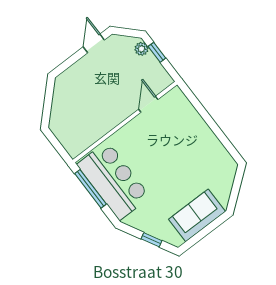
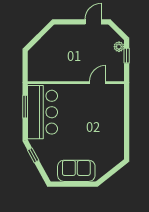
window: (91, 189) -> (25, 107), width x0.69
window: (151, 240) -> (33, 155), moved

